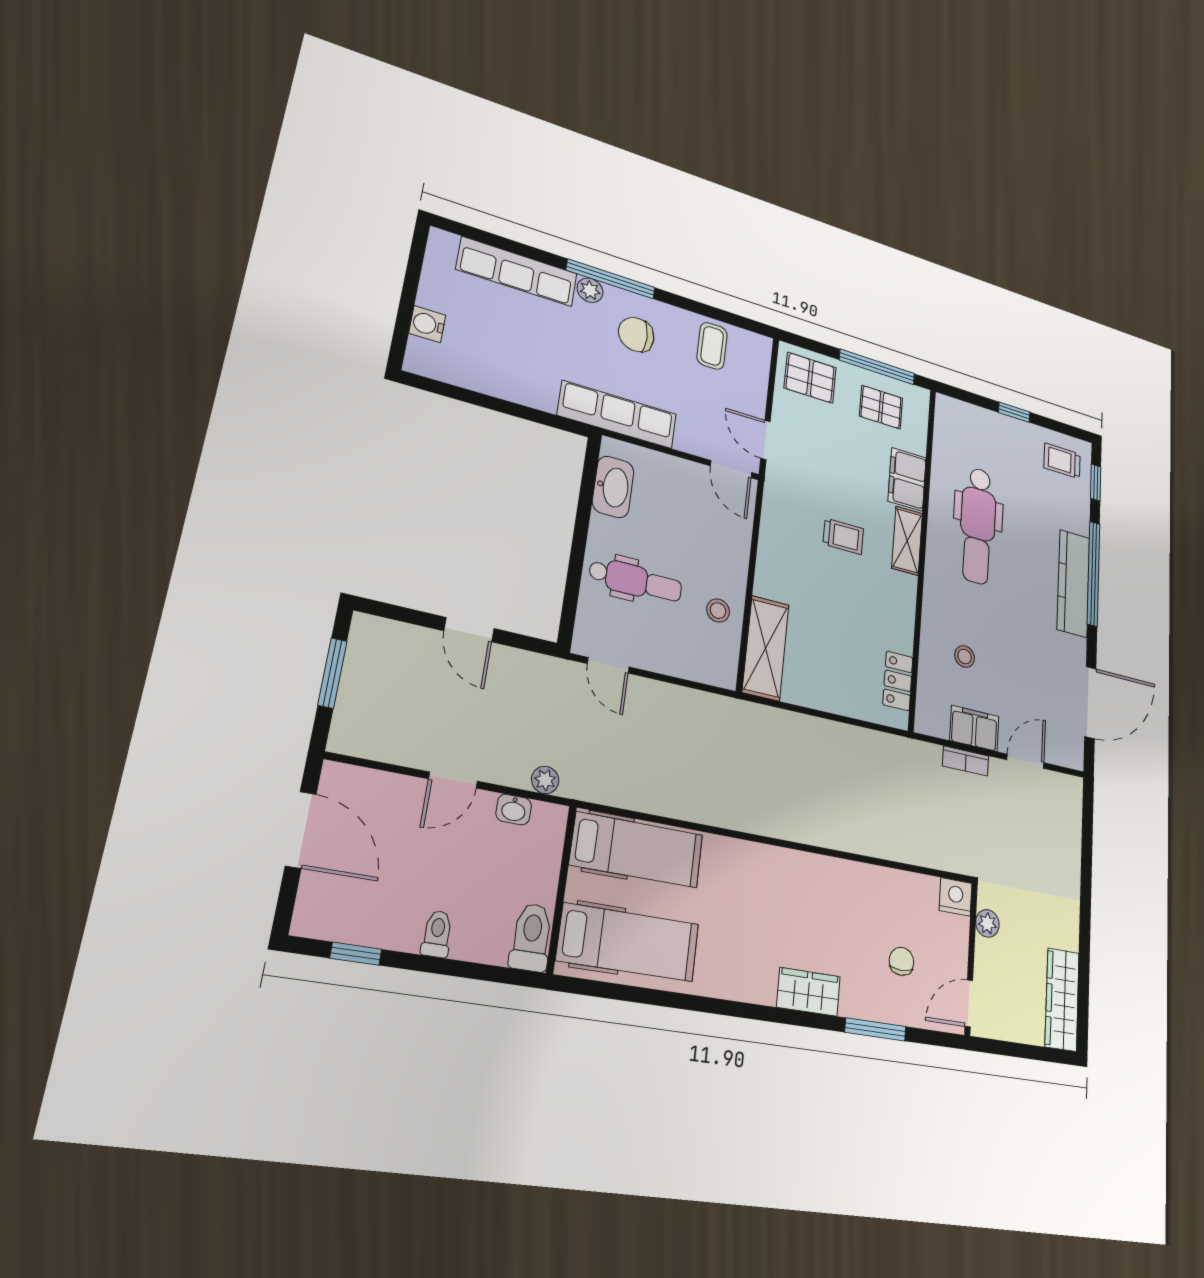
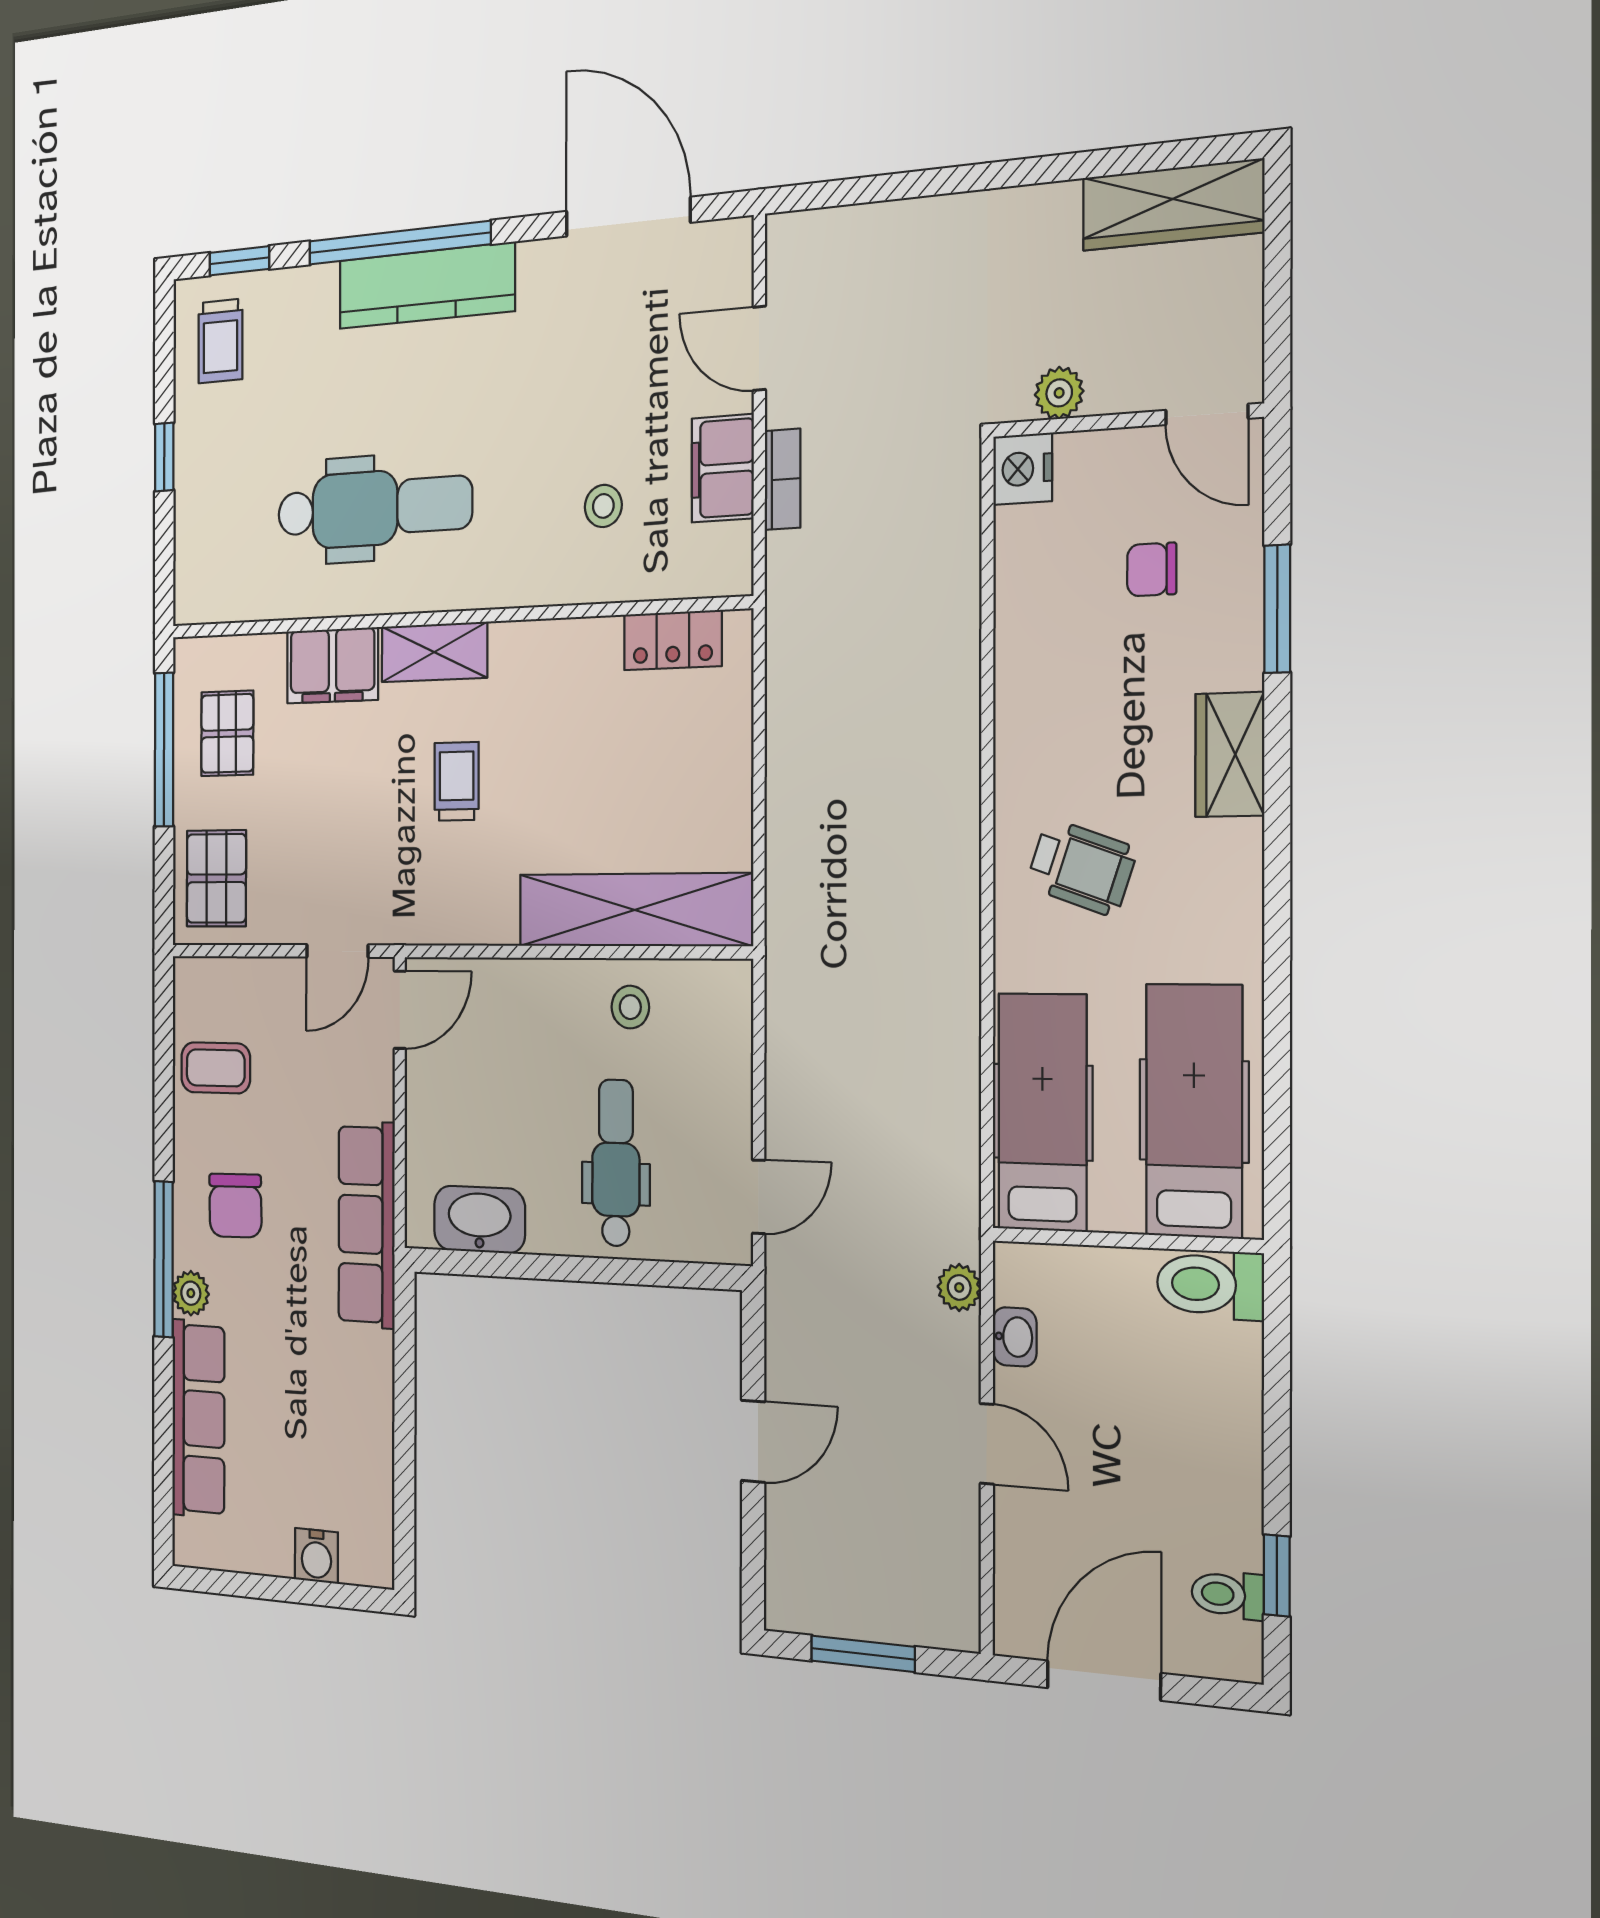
shelving: (766, 648) -> (635, 910), width x1.47
wheelchair: (762, 896) -> (1081, 867), added
toilet: (437, 934) -> (1228, 1595), moved

